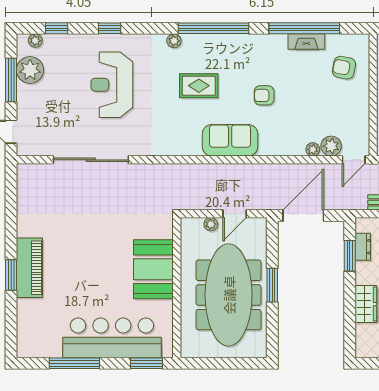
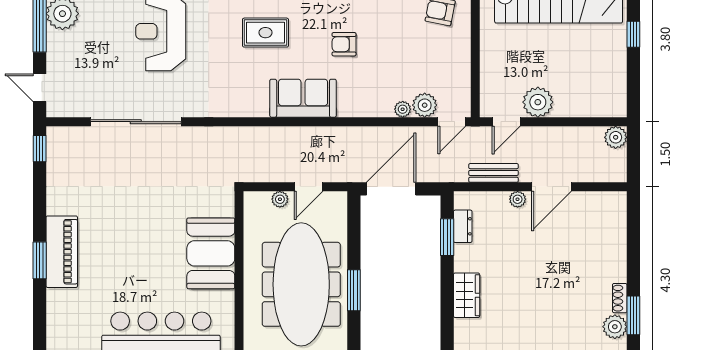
window: (11, 182) -> (40, 149), added
window: (272, 285) -> (354, 290), moved

